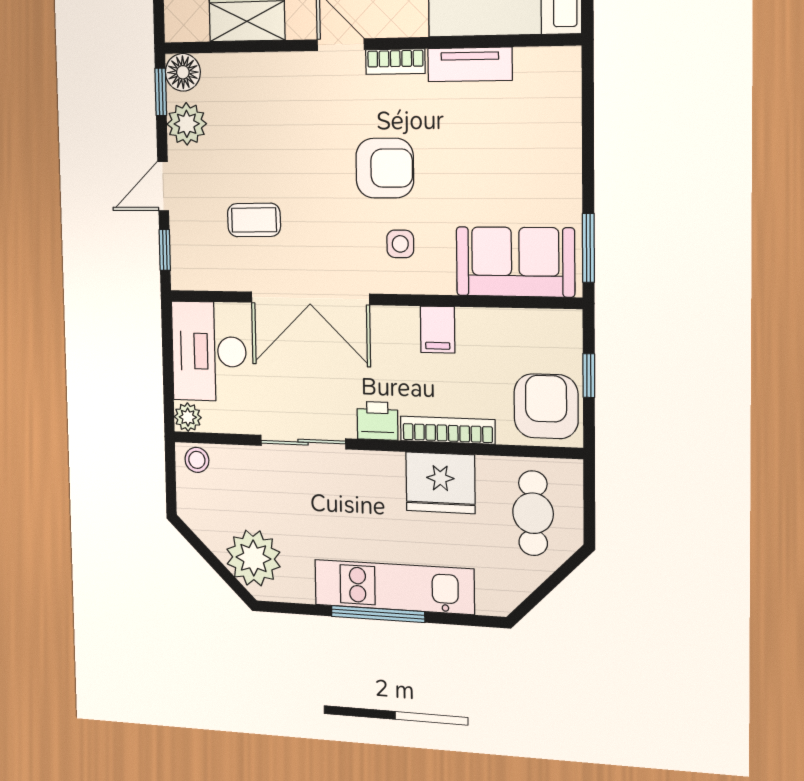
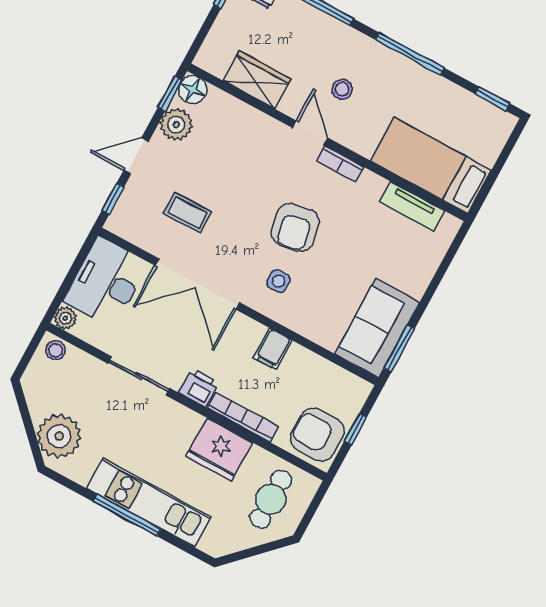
tv unit: (470, 64) -> (412, 206), moved
armchair: (385, 168) -> (295, 227), turned 79
sofa: (515, 262) -> (377, 328), moved, turned -90
armchair: (546, 406) -> (317, 435), turned -90

